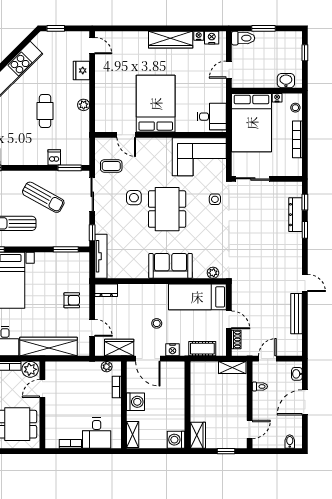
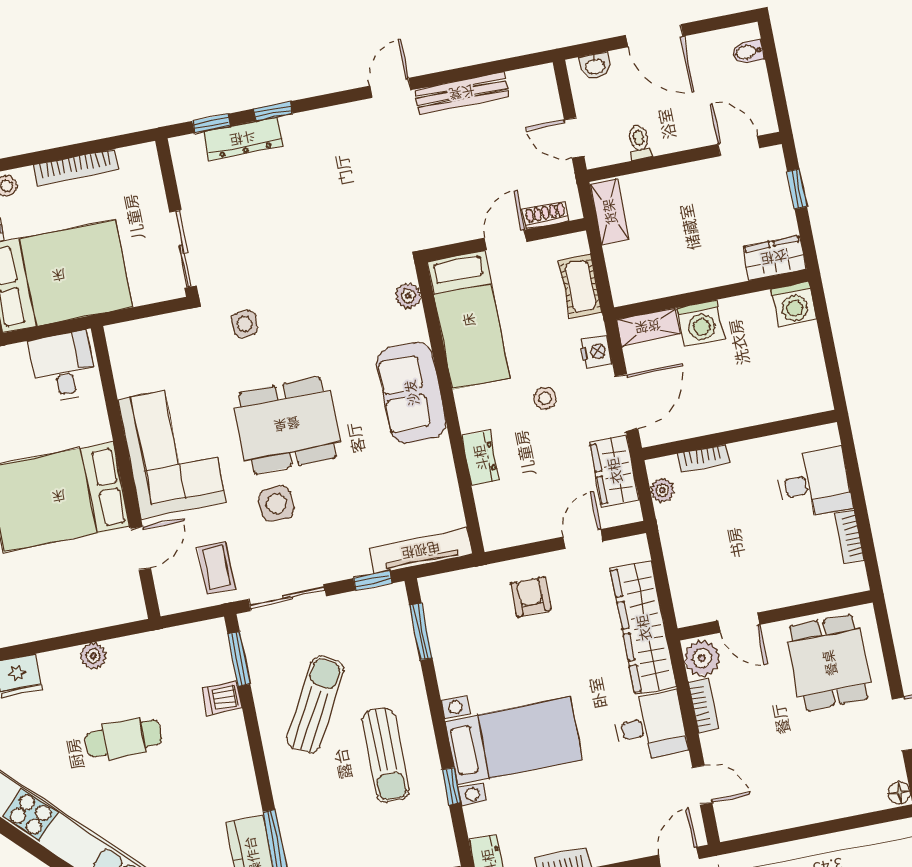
corner sofa: (199, 157) -> (172, 451), moved
dresser: (106, 290) -> (480, 458), moved
washing machine: (136, 402) -> (701, 323), moved, turned 180
shelving: (133, 434) -> (648, 327), moved

